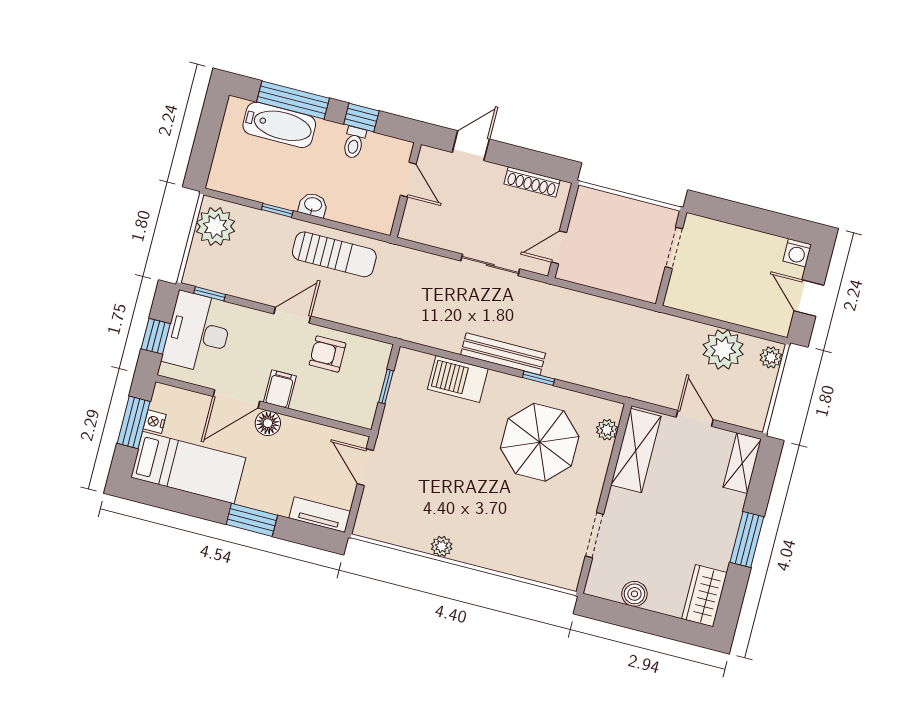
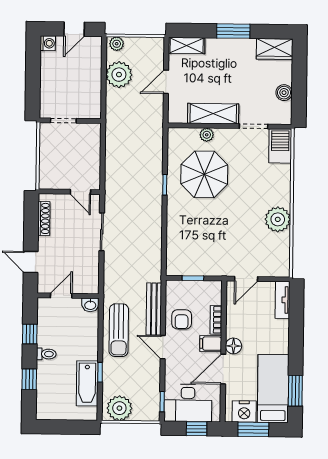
window: (293, 100) -> (29, 379), width x0.46
bathtub: (279, 125) -> (87, 383), moved, turned 180
toilet: (354, 143) -> (46, 354), moved
washbasin: (313, 205) -> (90, 305), moved, turned -90
sun lounger: (334, 254) -> (119, 330), turned 180
bench: (503, 354) -> (154, 309), moved
barbecue: (458, 379) -> (280, 146), moved, turned 180
door: (236, 399) -> (223, 369), swing flipped
bookcase: (314, 406) -> (216, 320), added
nightstand: (155, 422) -> (244, 412), width x1.89, depth x1.79
plant: (607, 430) -> (207, 135), moved
shelving: (636, 451) -> (213, 114), moved
window: (252, 520) -> (295, 391), moved
plant: (442, 546) -> (278, 219), width x1.88, depth x1.88

